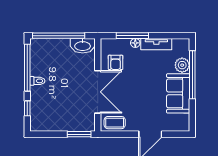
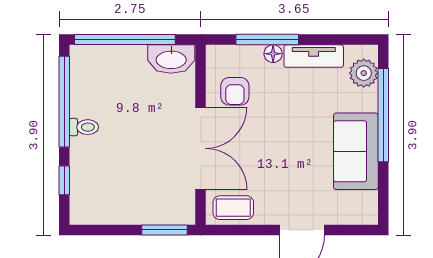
plant: (182, 65) -> (364, 73), moved

